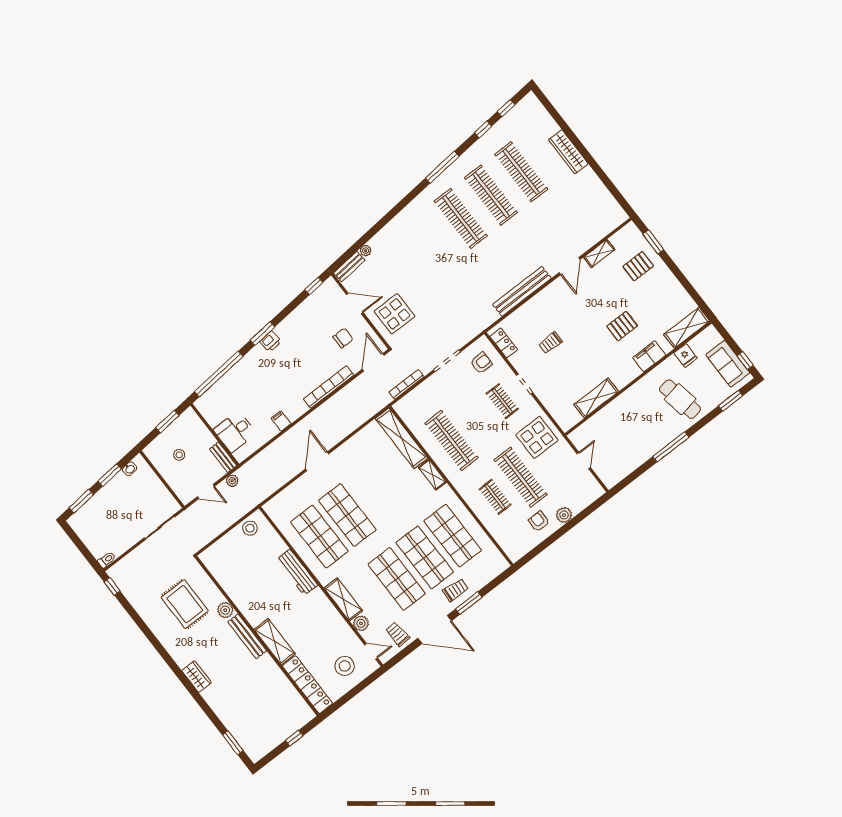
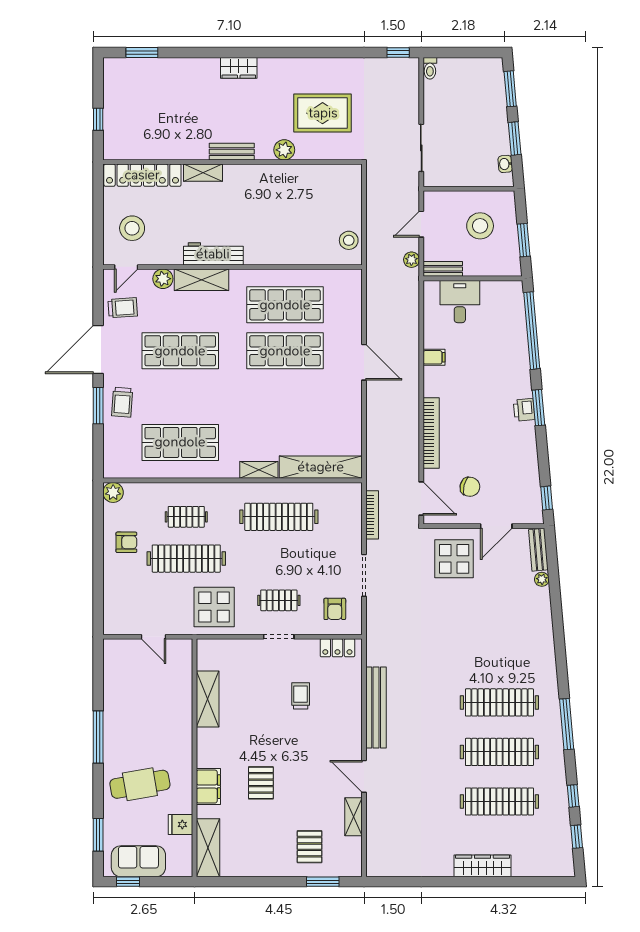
chair: (343, 338) -> (470, 487), turned -77
stool: (179, 455) -> (480, 226), width x1.89, depth x1.89
plant: (564, 515) -> (113, 492), moved
shop shelf: (425, 557) -> (180, 397), removed
workbench: (297, 572) -> (213, 254), moved
bench: (247, 636) -> (232, 152), width x0.73
shelving: (275, 642) -> (203, 173), width x0.67, depth x0.75

